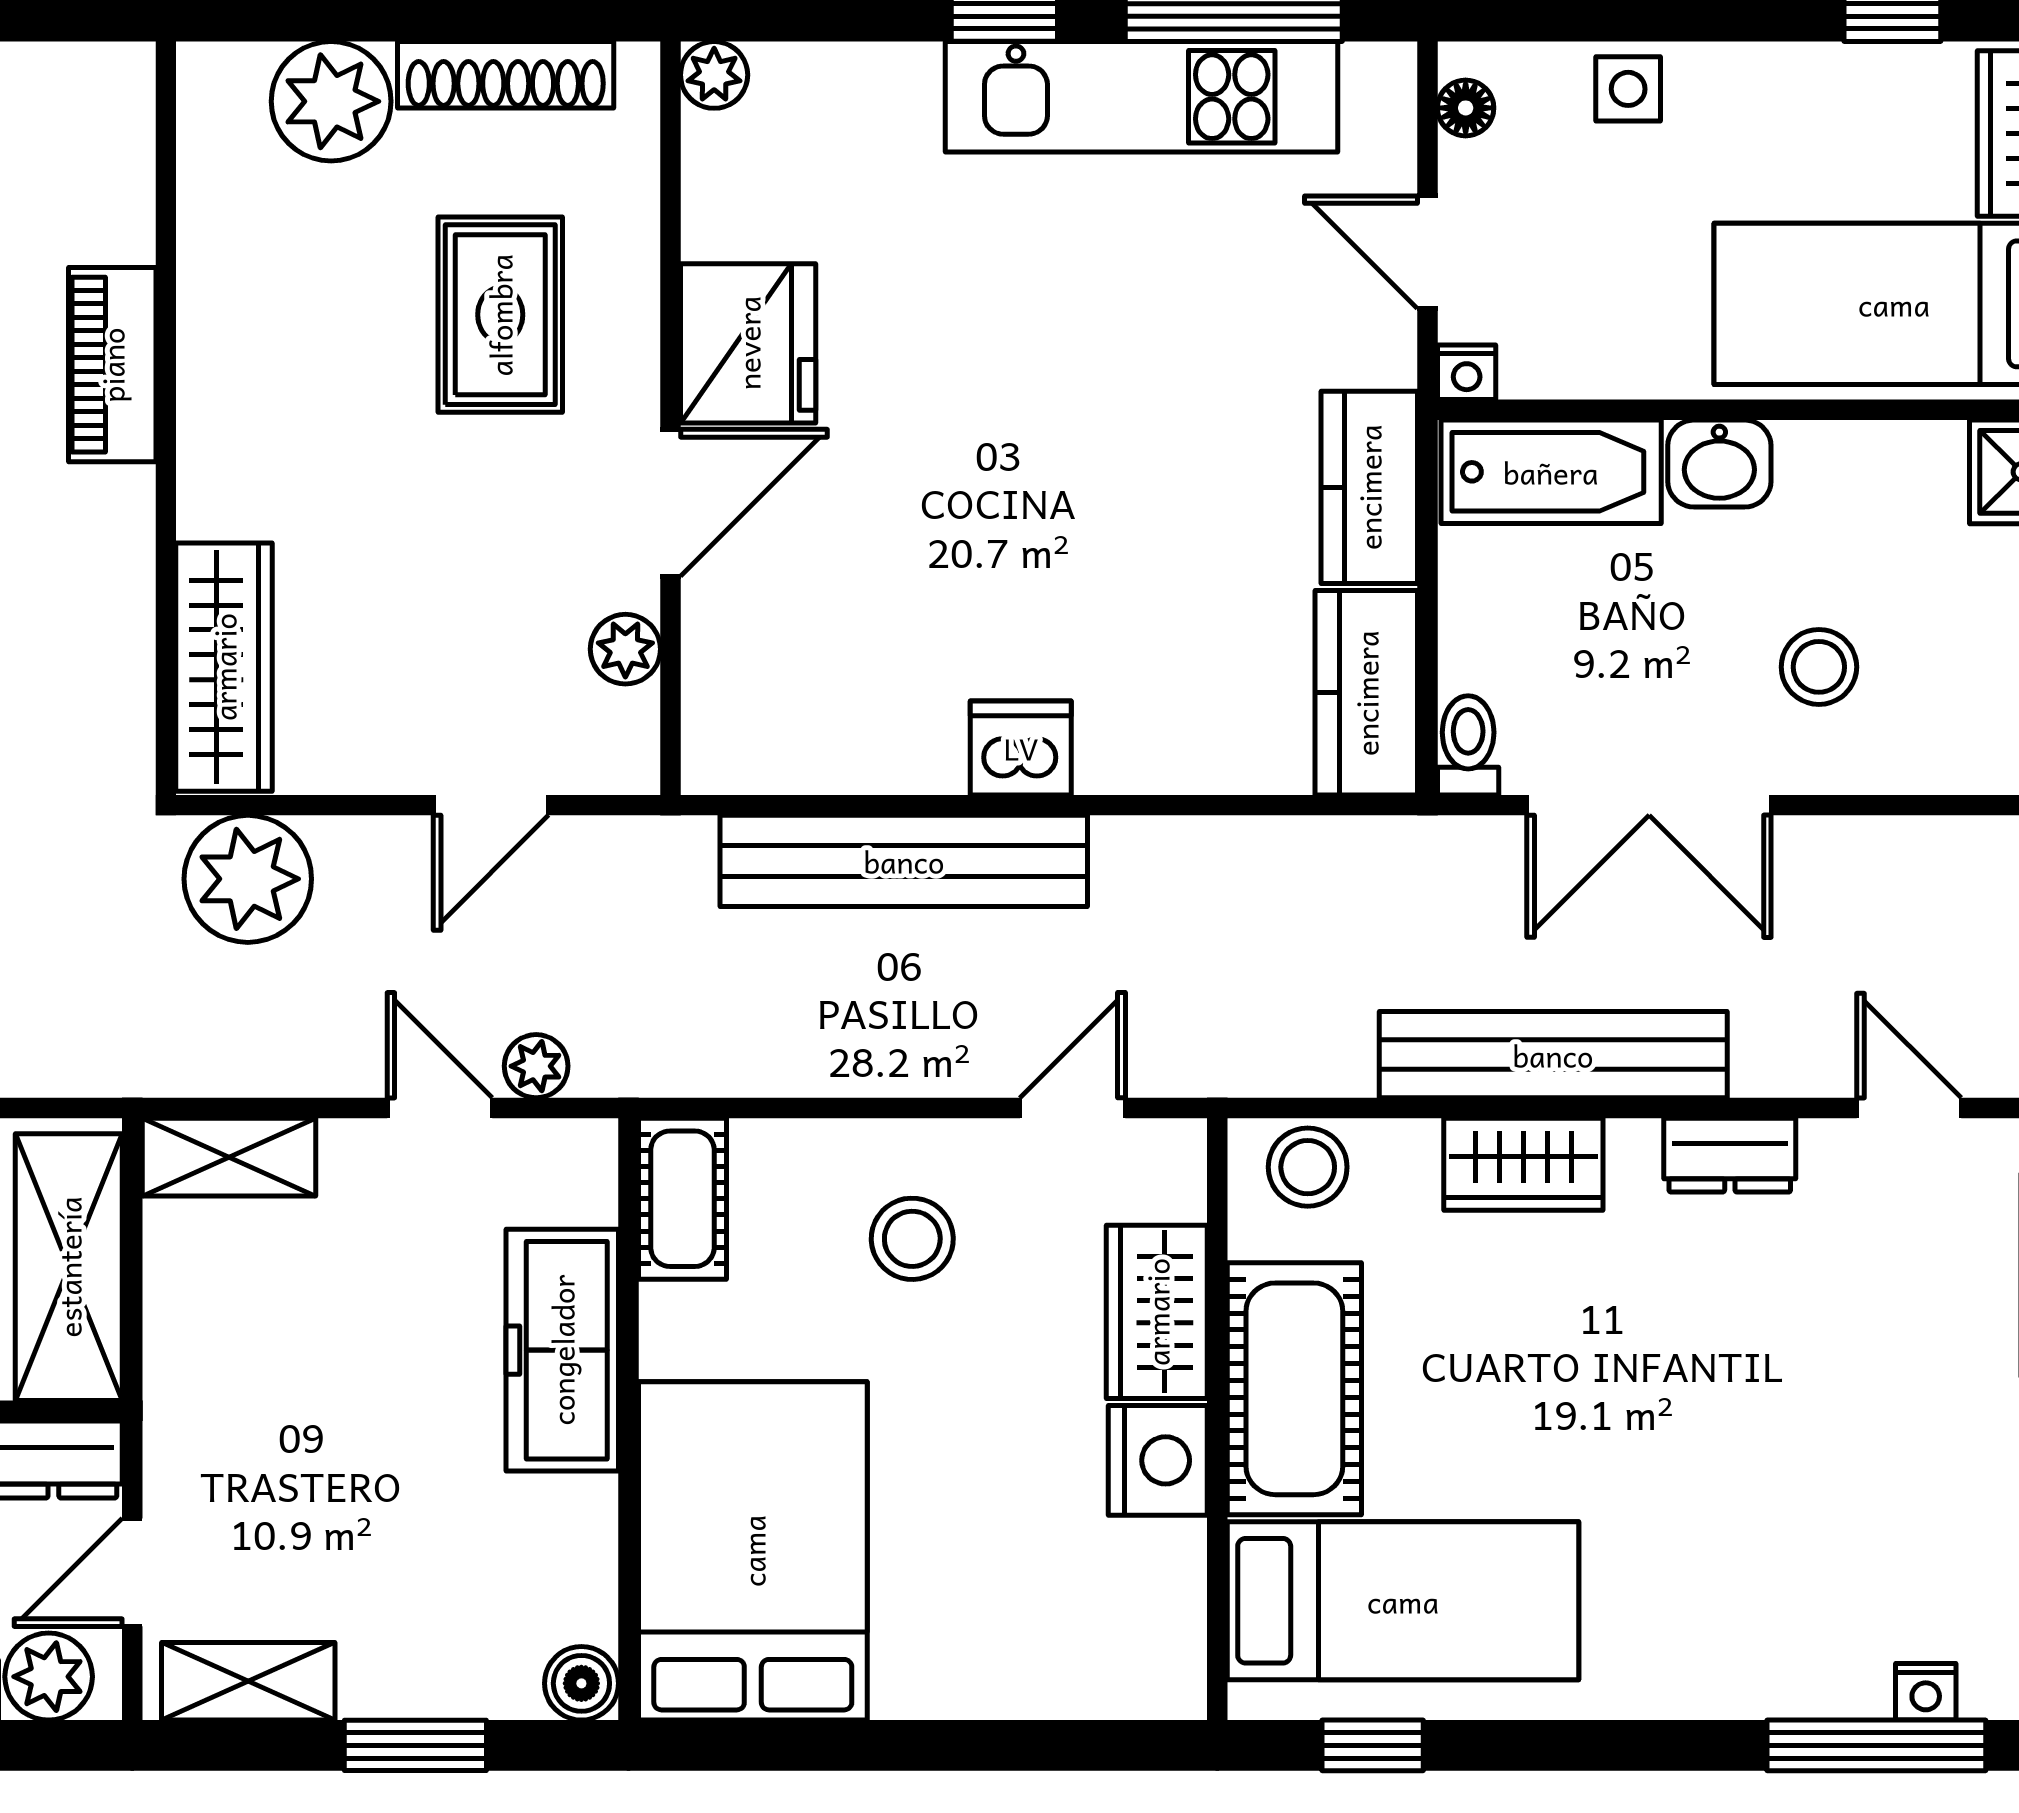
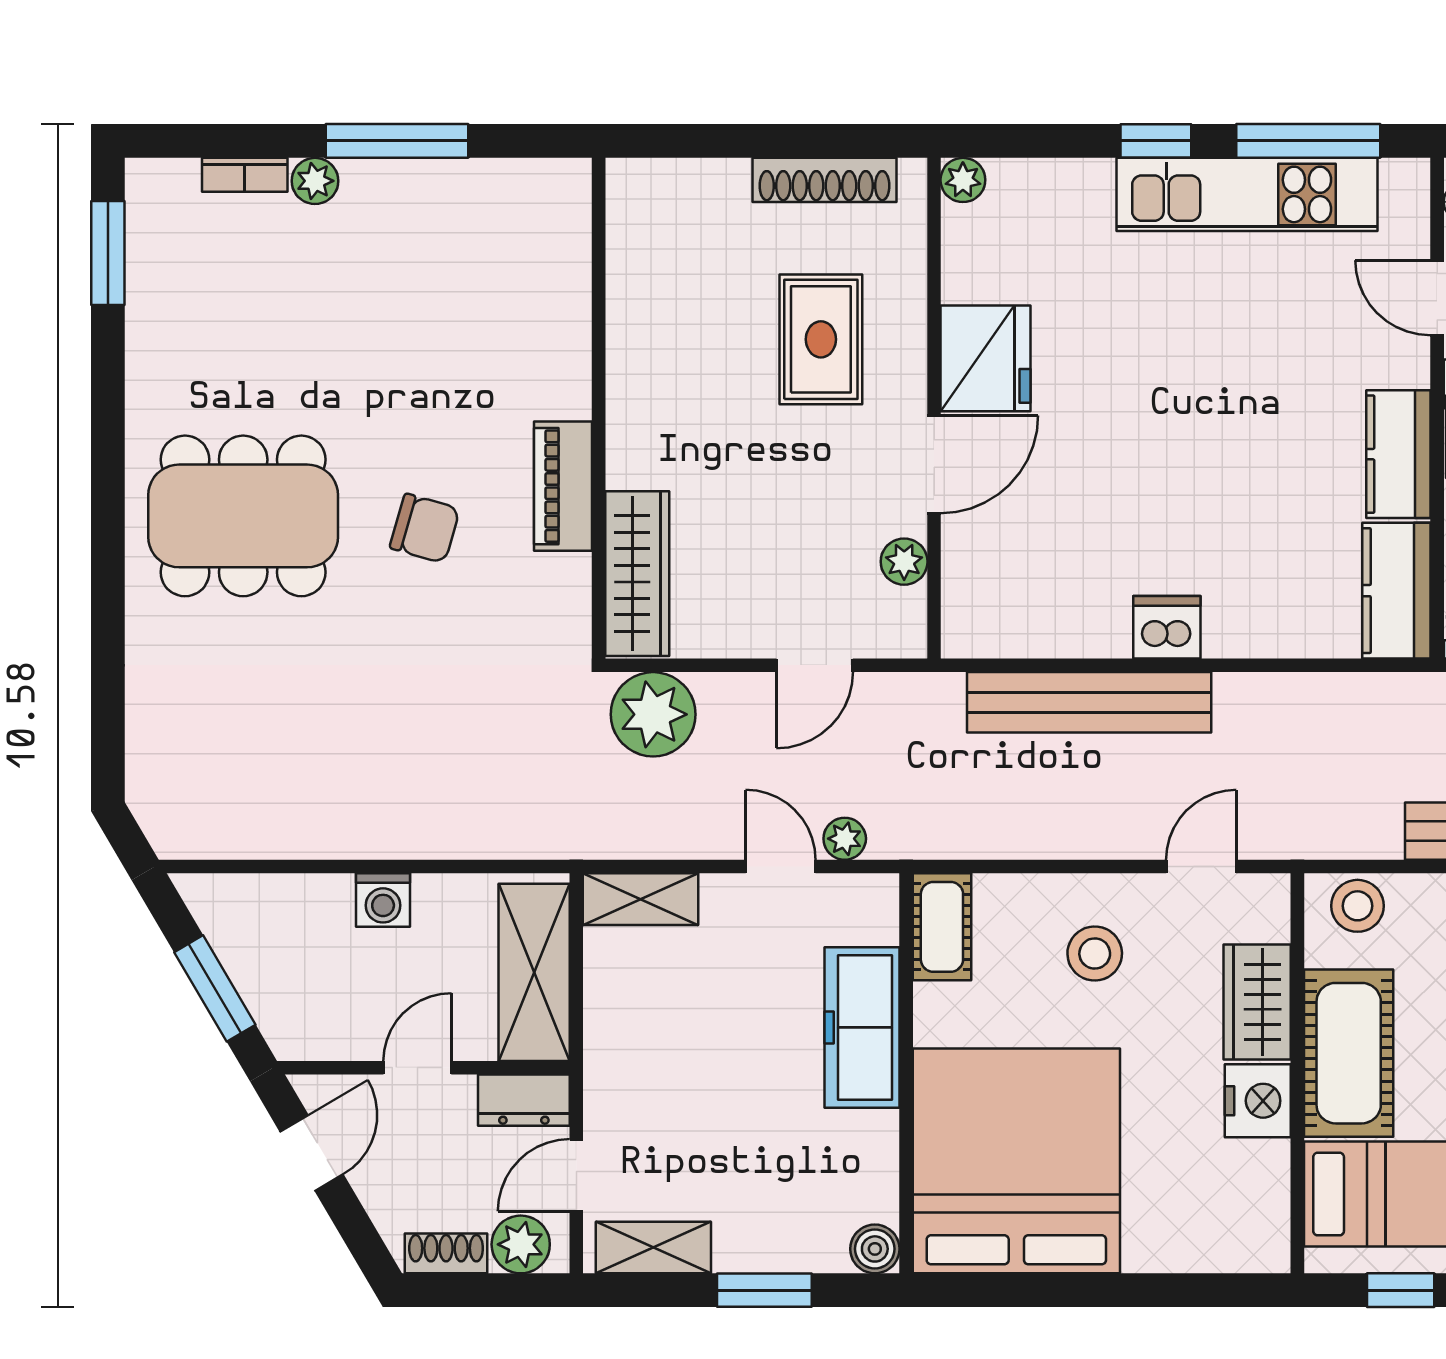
plant: (331, 101) -> (708, 197), removed
piano: (112, 365) -> (563, 486), moved
bed: (753, 1551) -> (1016, 1161), width x1.36

